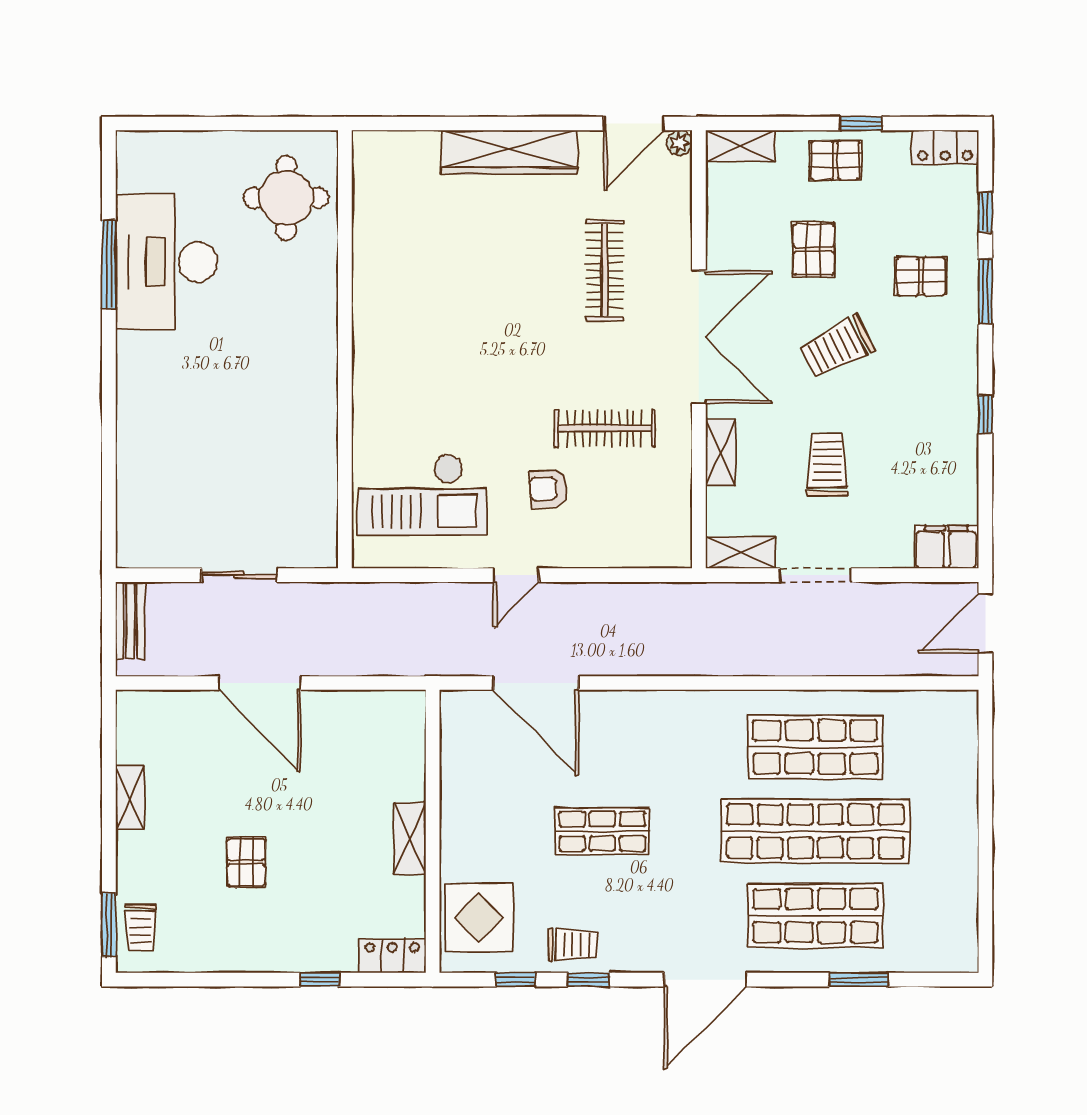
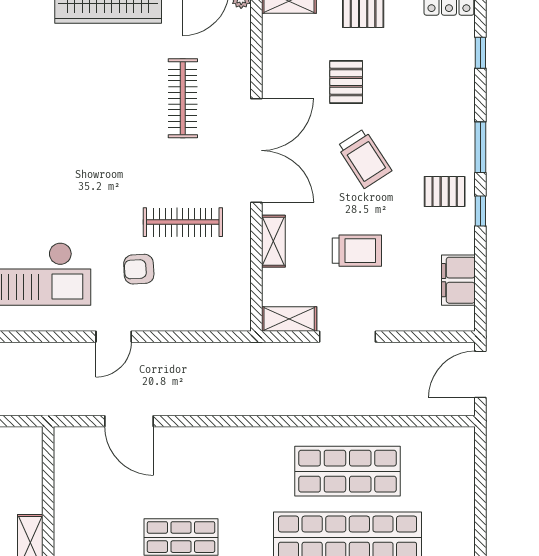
pallet: (921, 276) -> (445, 191), moved
window: (985, 291) -> (480, 147), moved
trolley: (837, 347) -> (364, 158), turned -96
trolley: (827, 465) -> (357, 251), turned 90
filing cabinet: (946, 547) -> (458, 280), moved, turned -90
door: (536, 683) -> (129, 421), width x0.73

